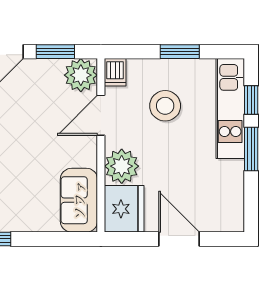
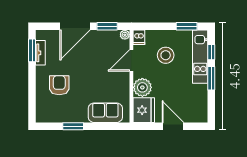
window: (180, 52) -> (187, 26), moved
plant: (81, 75) -> (125, 35), width x0.53, depth x0.53
sofa: (79, 200) -> (105, 113), moved, turned 90

